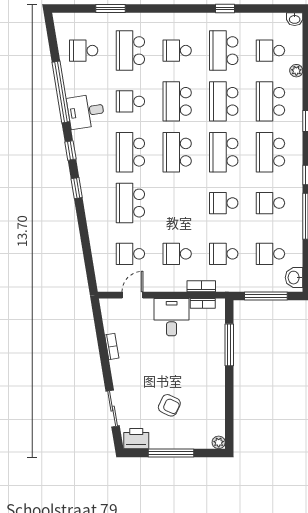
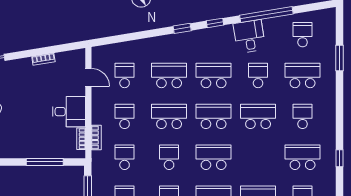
school desk: (224, 101) -> (169, 116), moved

